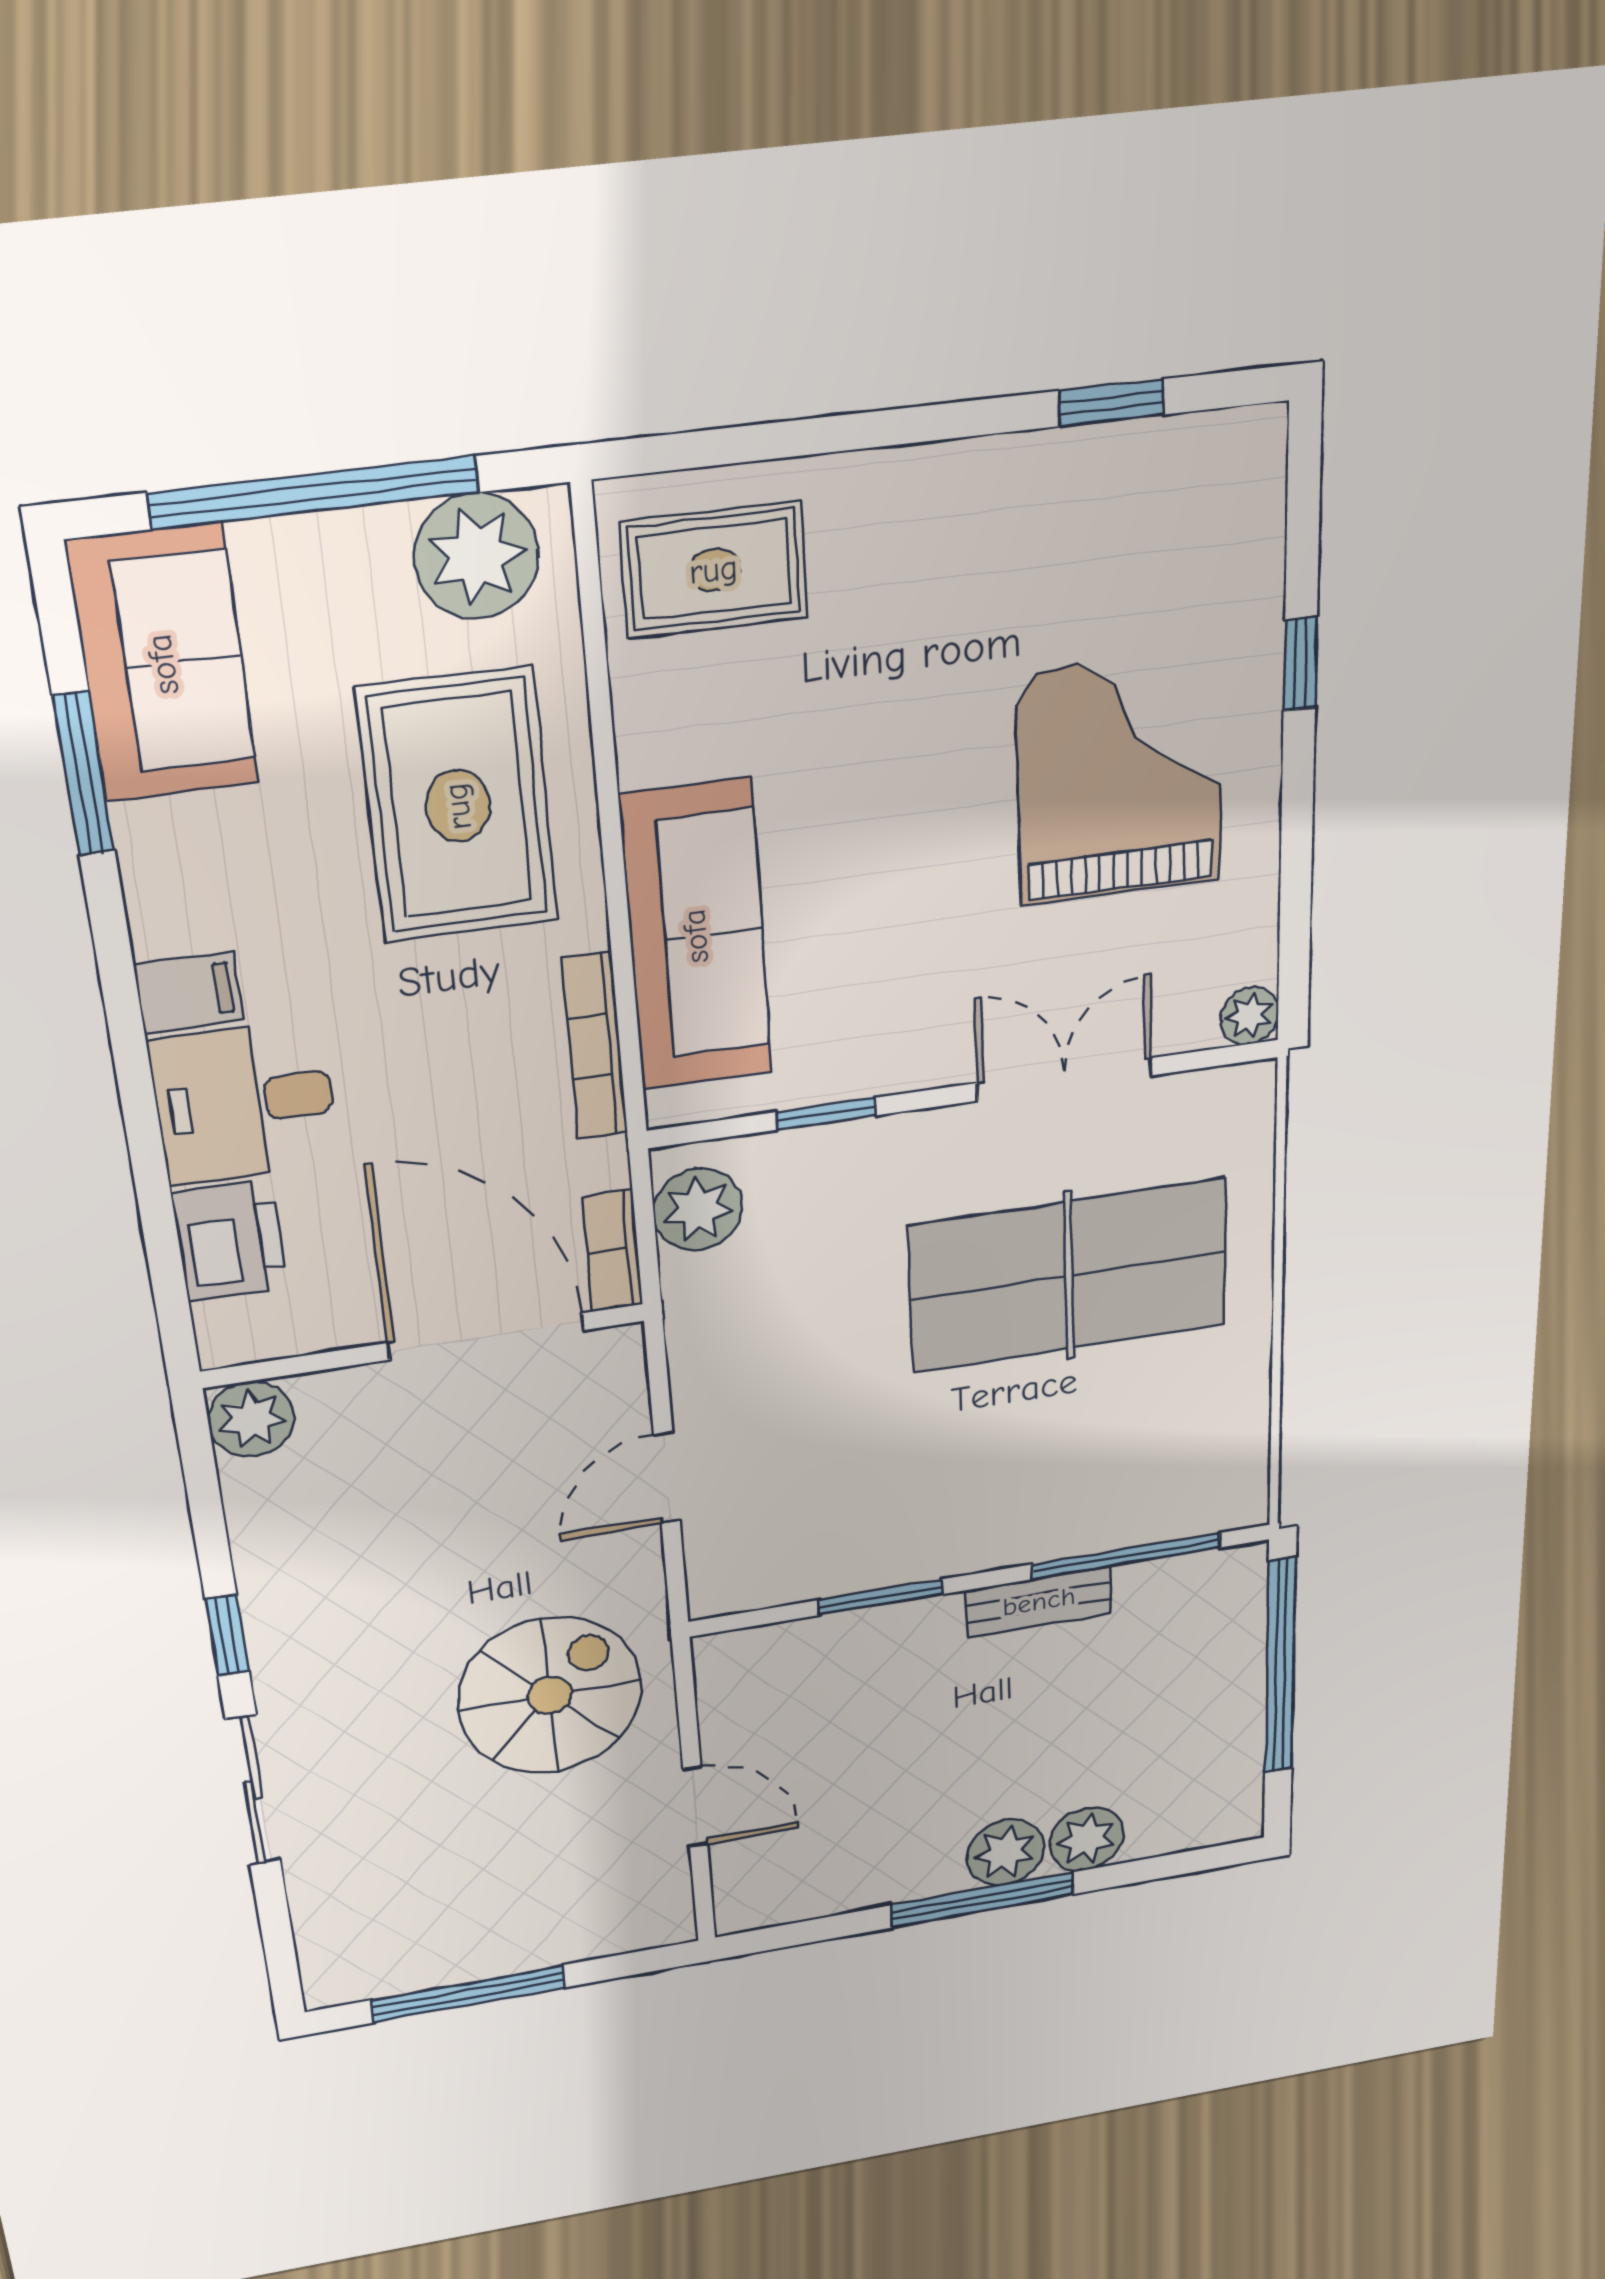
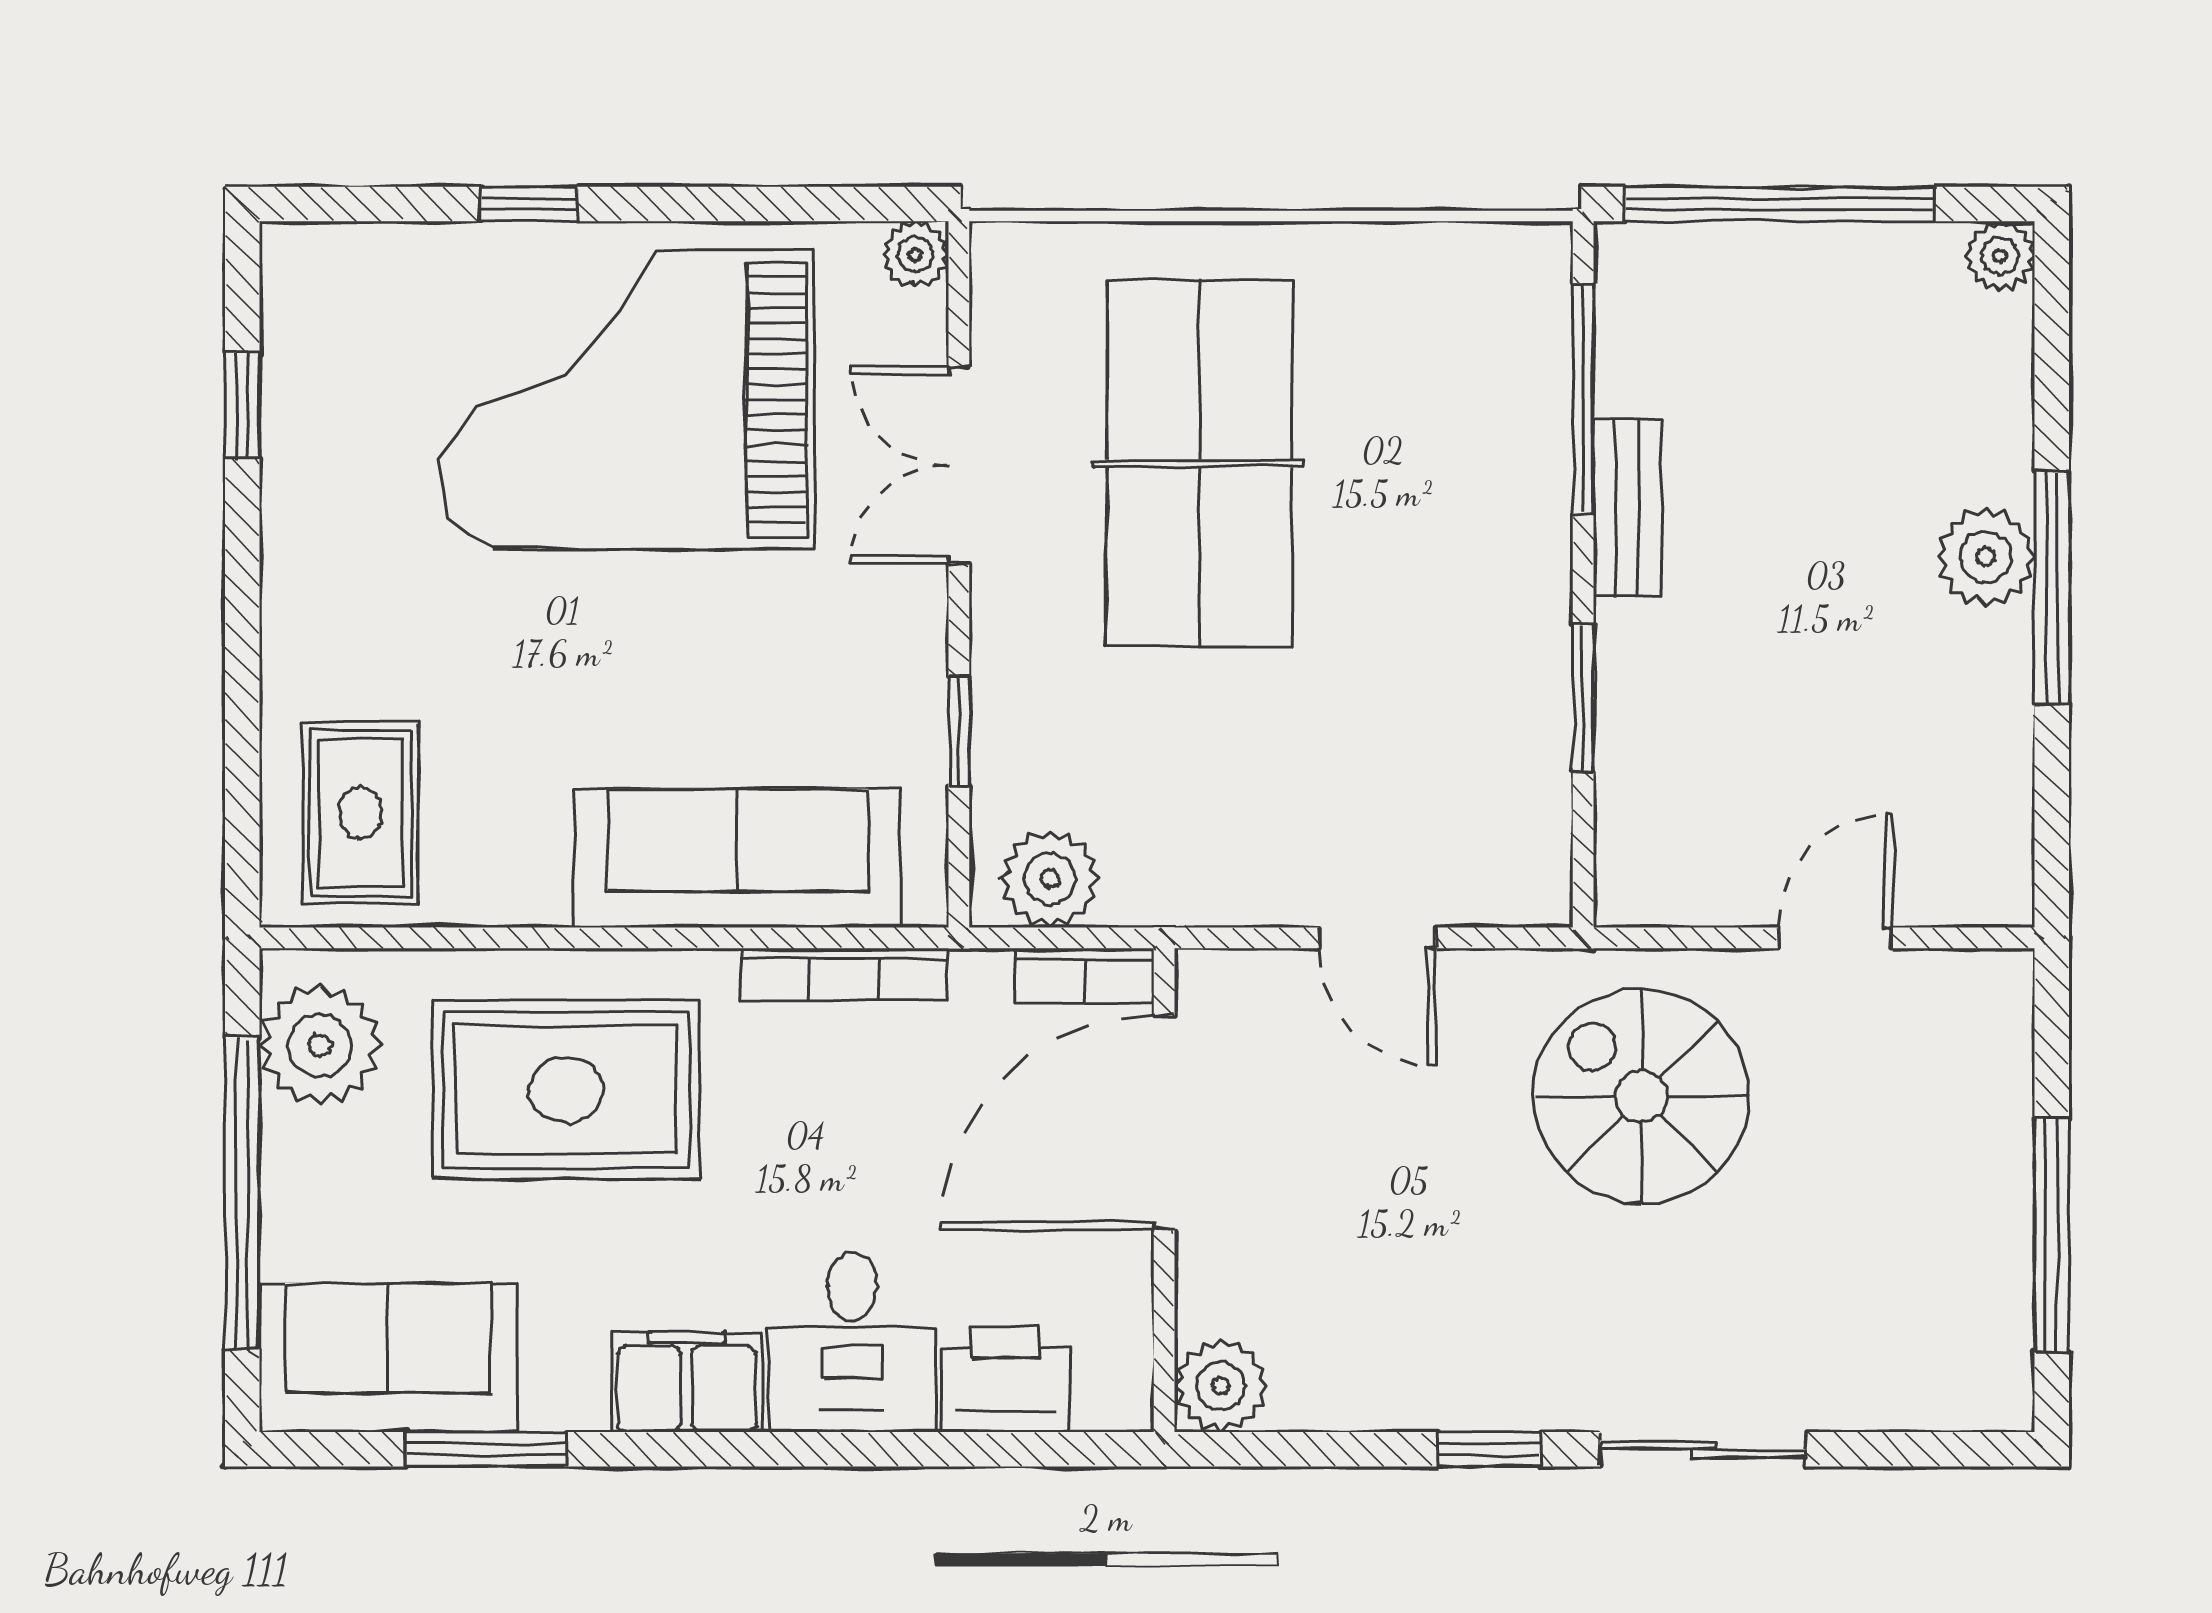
grand piano: (1120, 778) -> (627, 400), width x1.37, depth x1.48
filing cabinet: (189, 992) -> (687, 1382), width x2.00
plant: (1086, 1839) -> (2000, 256), moved, width x0.73, depth x0.73

